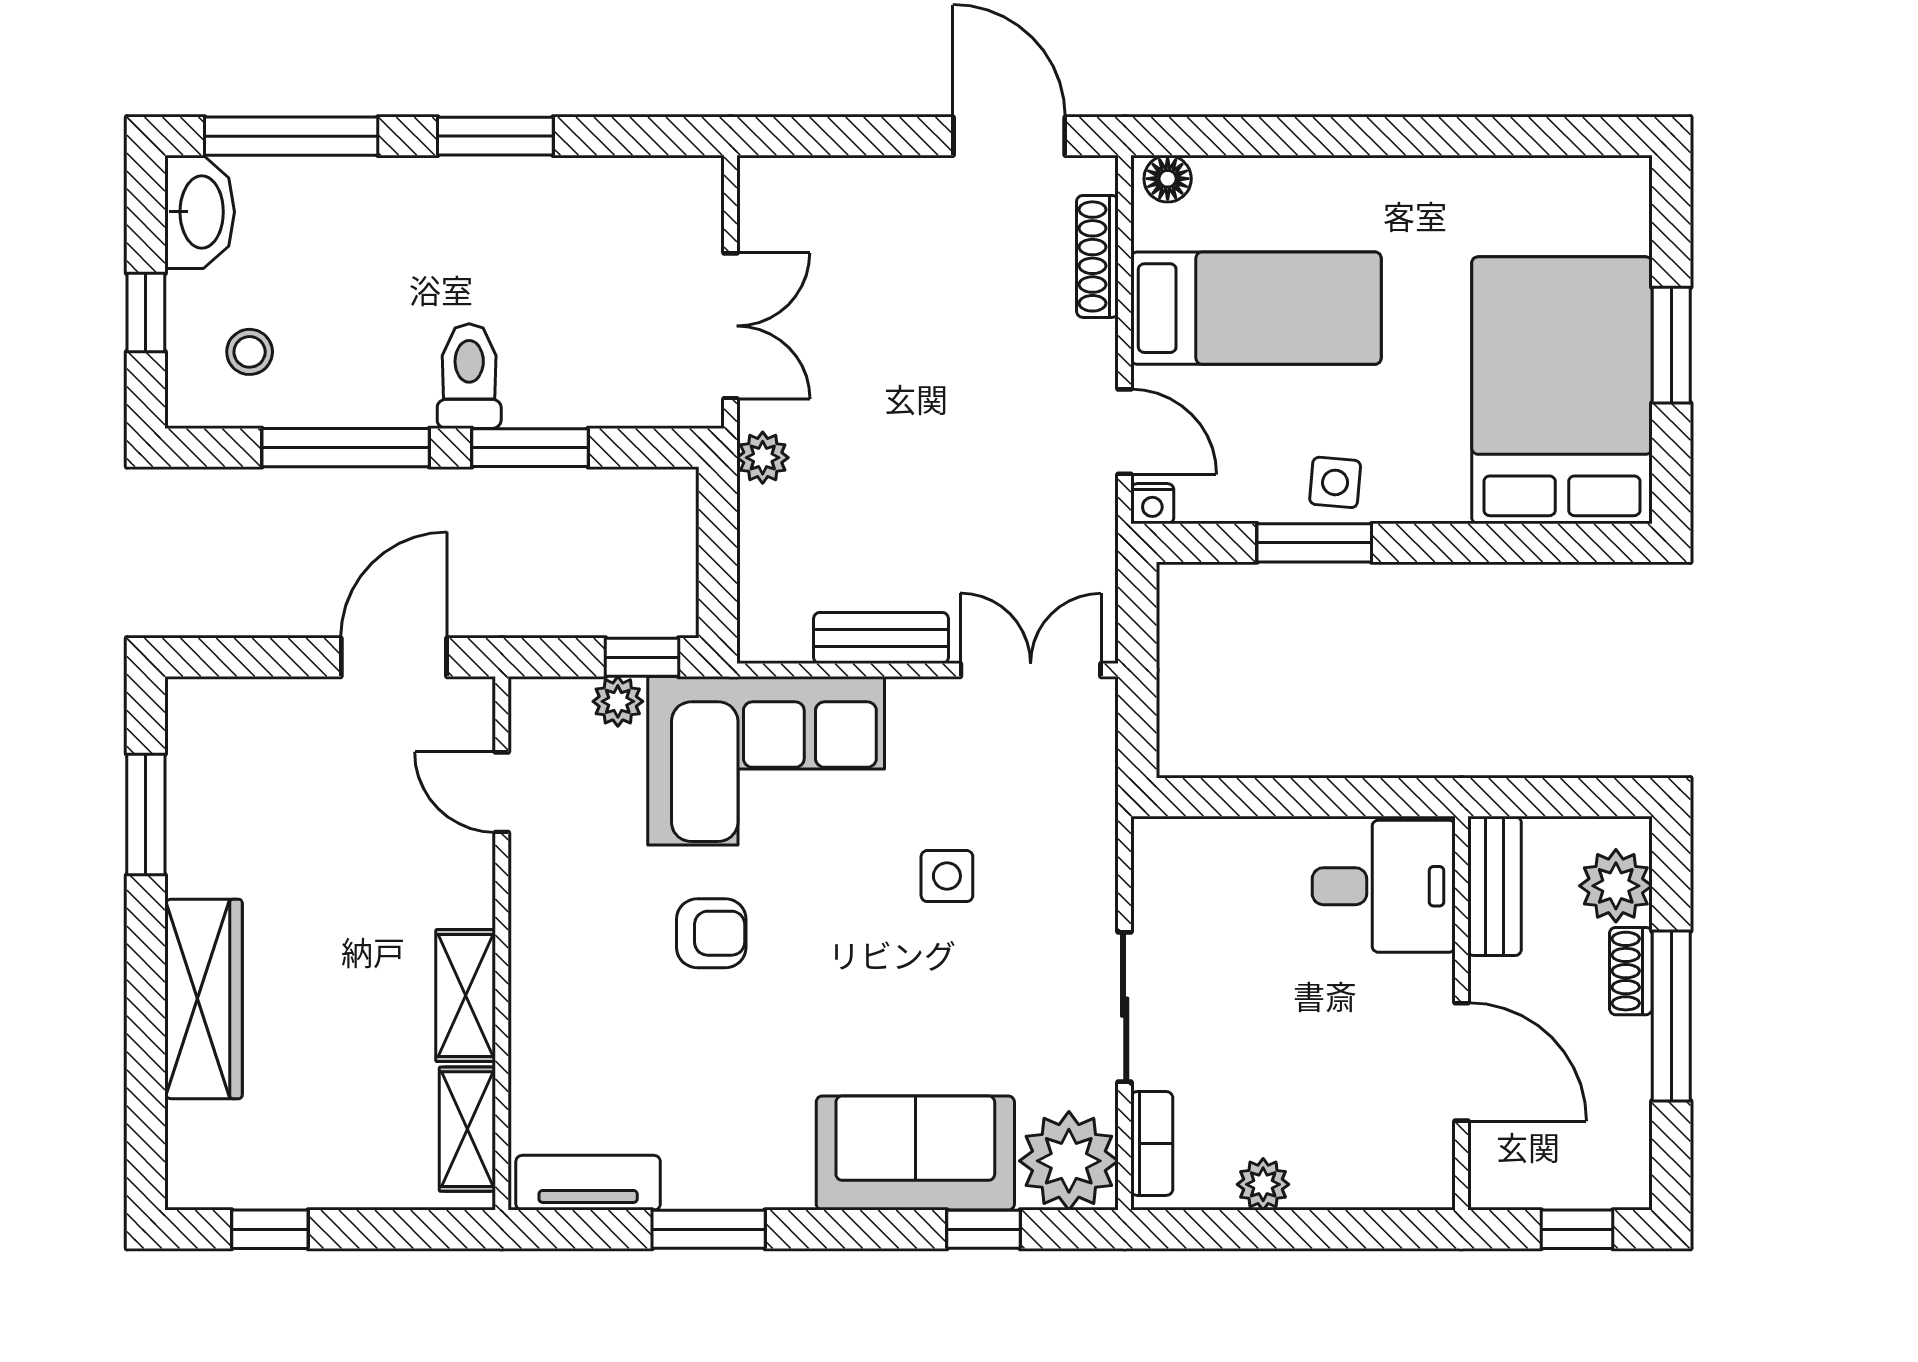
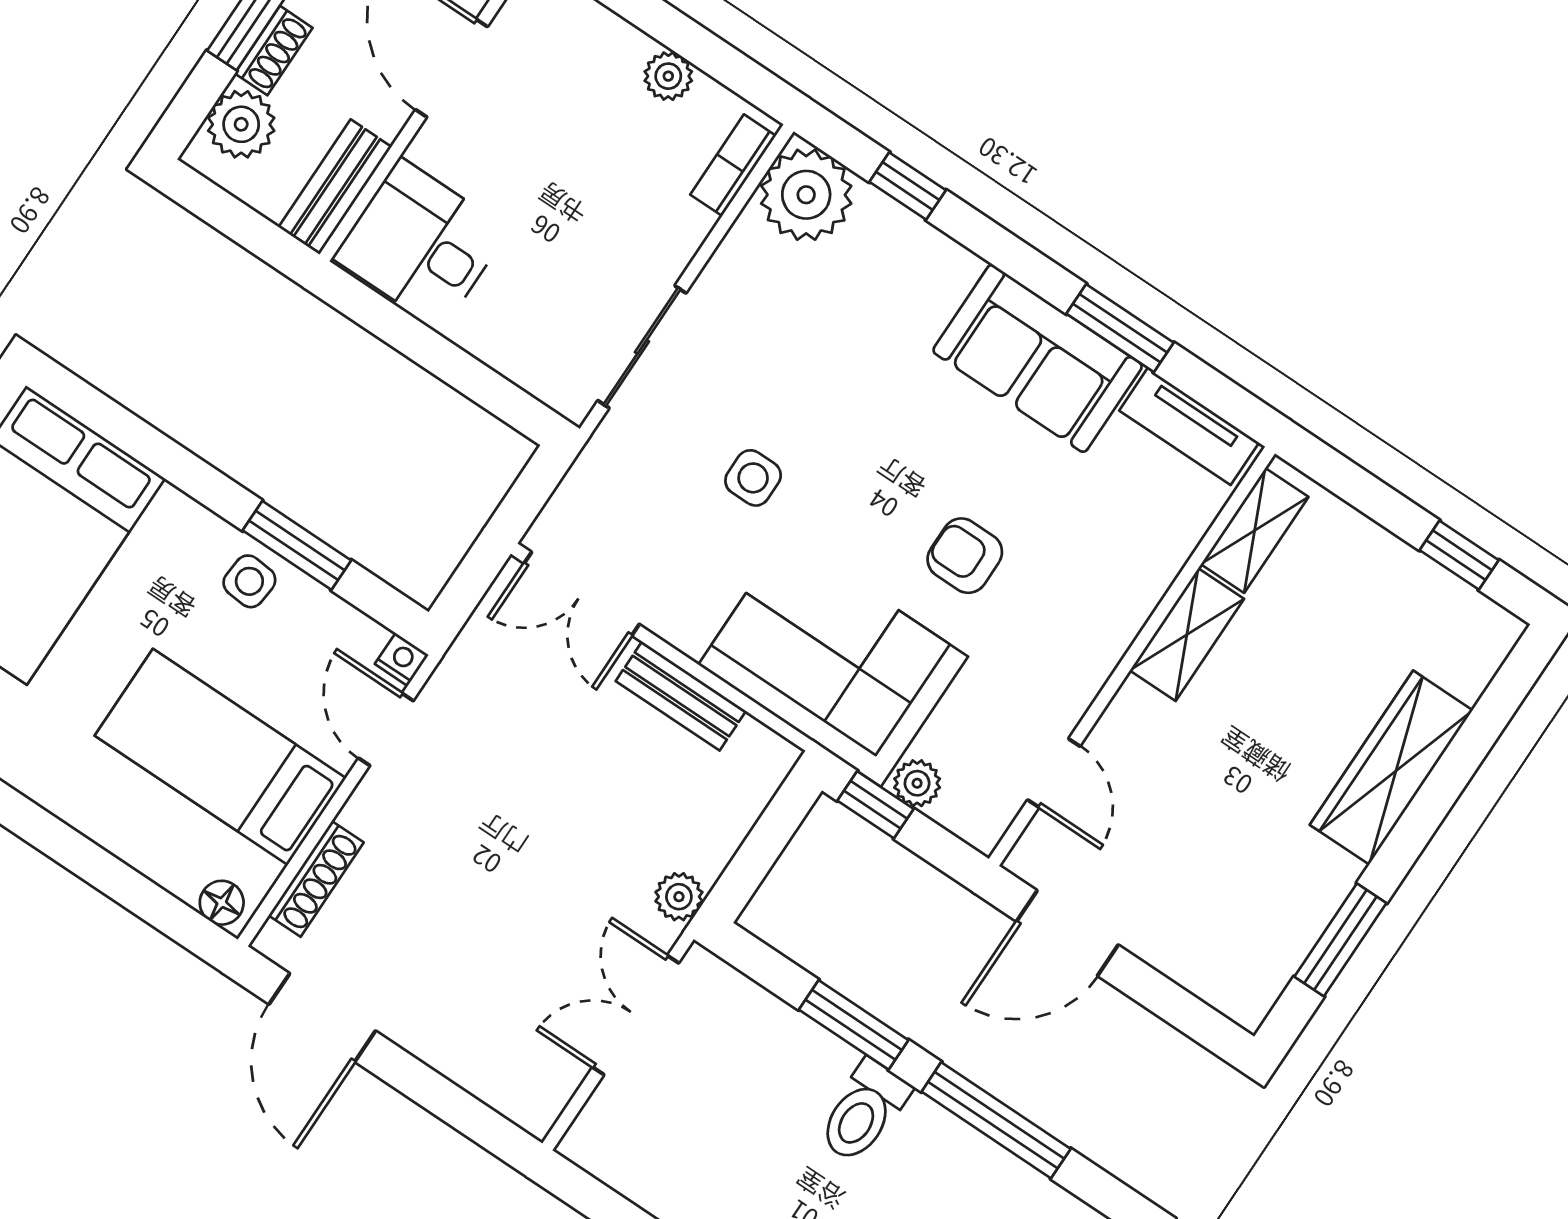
sliding door: (1125, 1007) -> (642, 347), moved
sofa: (915, 1153) -> (1038, 358), moved

